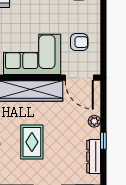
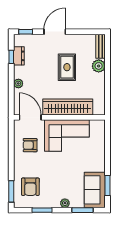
window: (103, 141) -> (11, 57), moved
dresser: (94, 157) -> (19, 56), width x0.70

